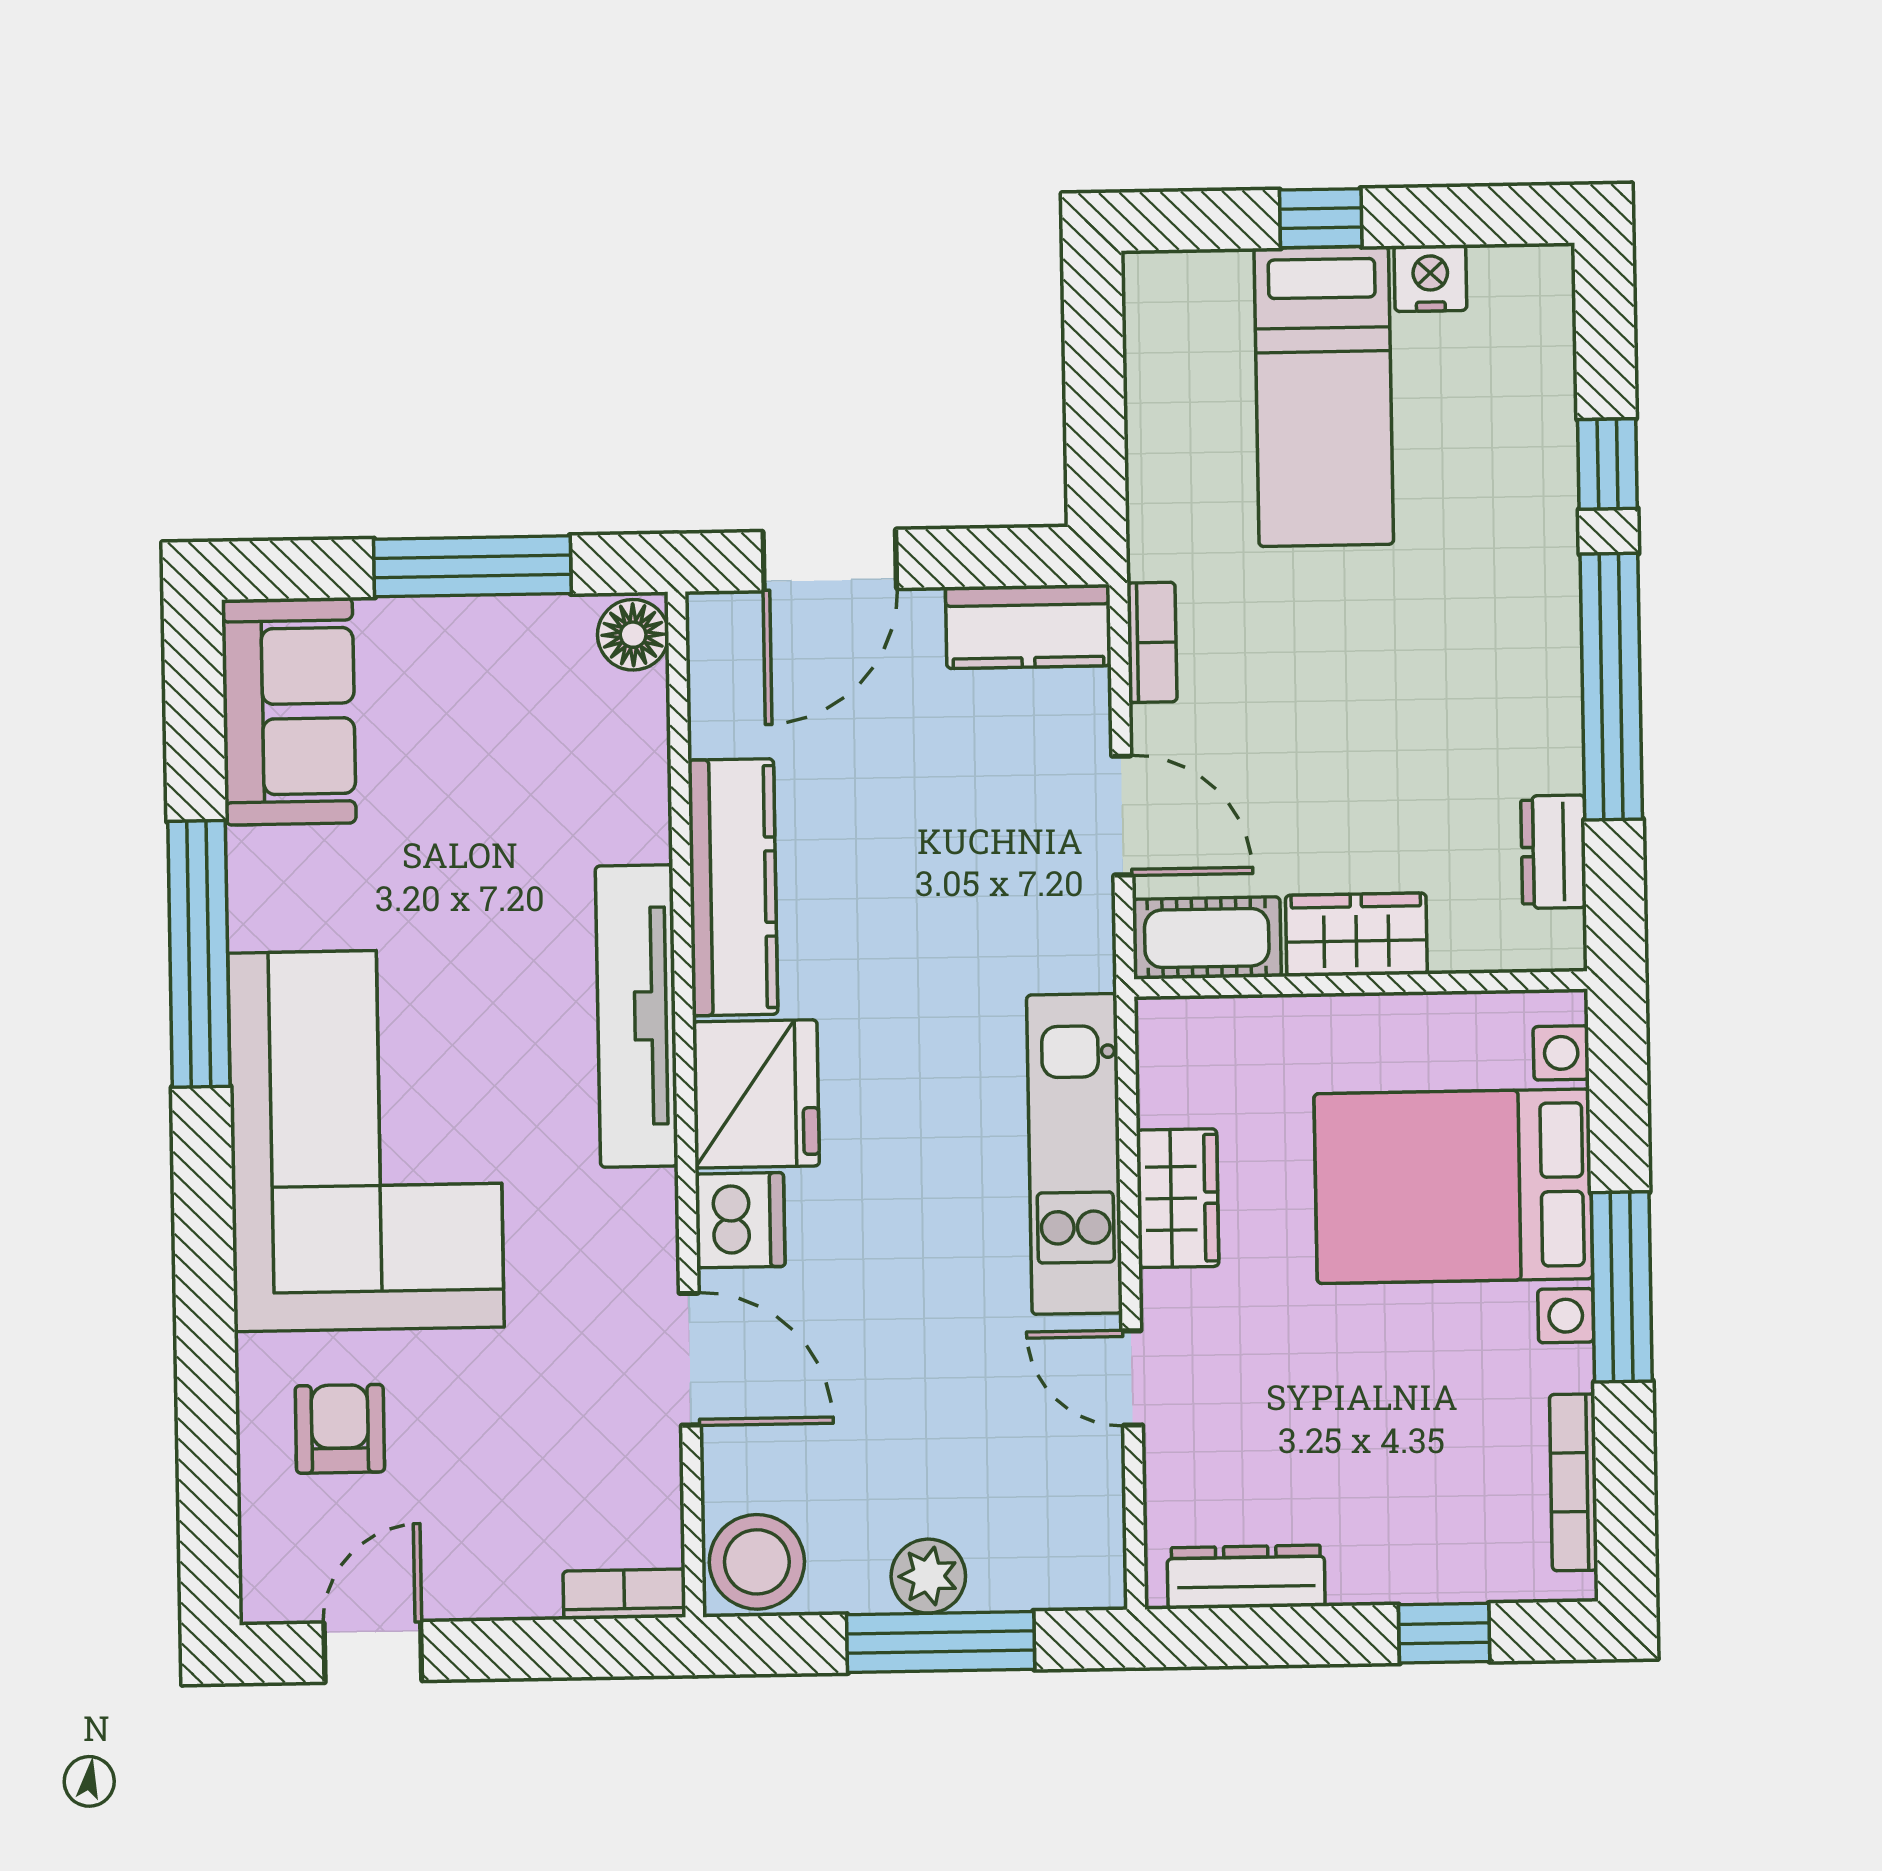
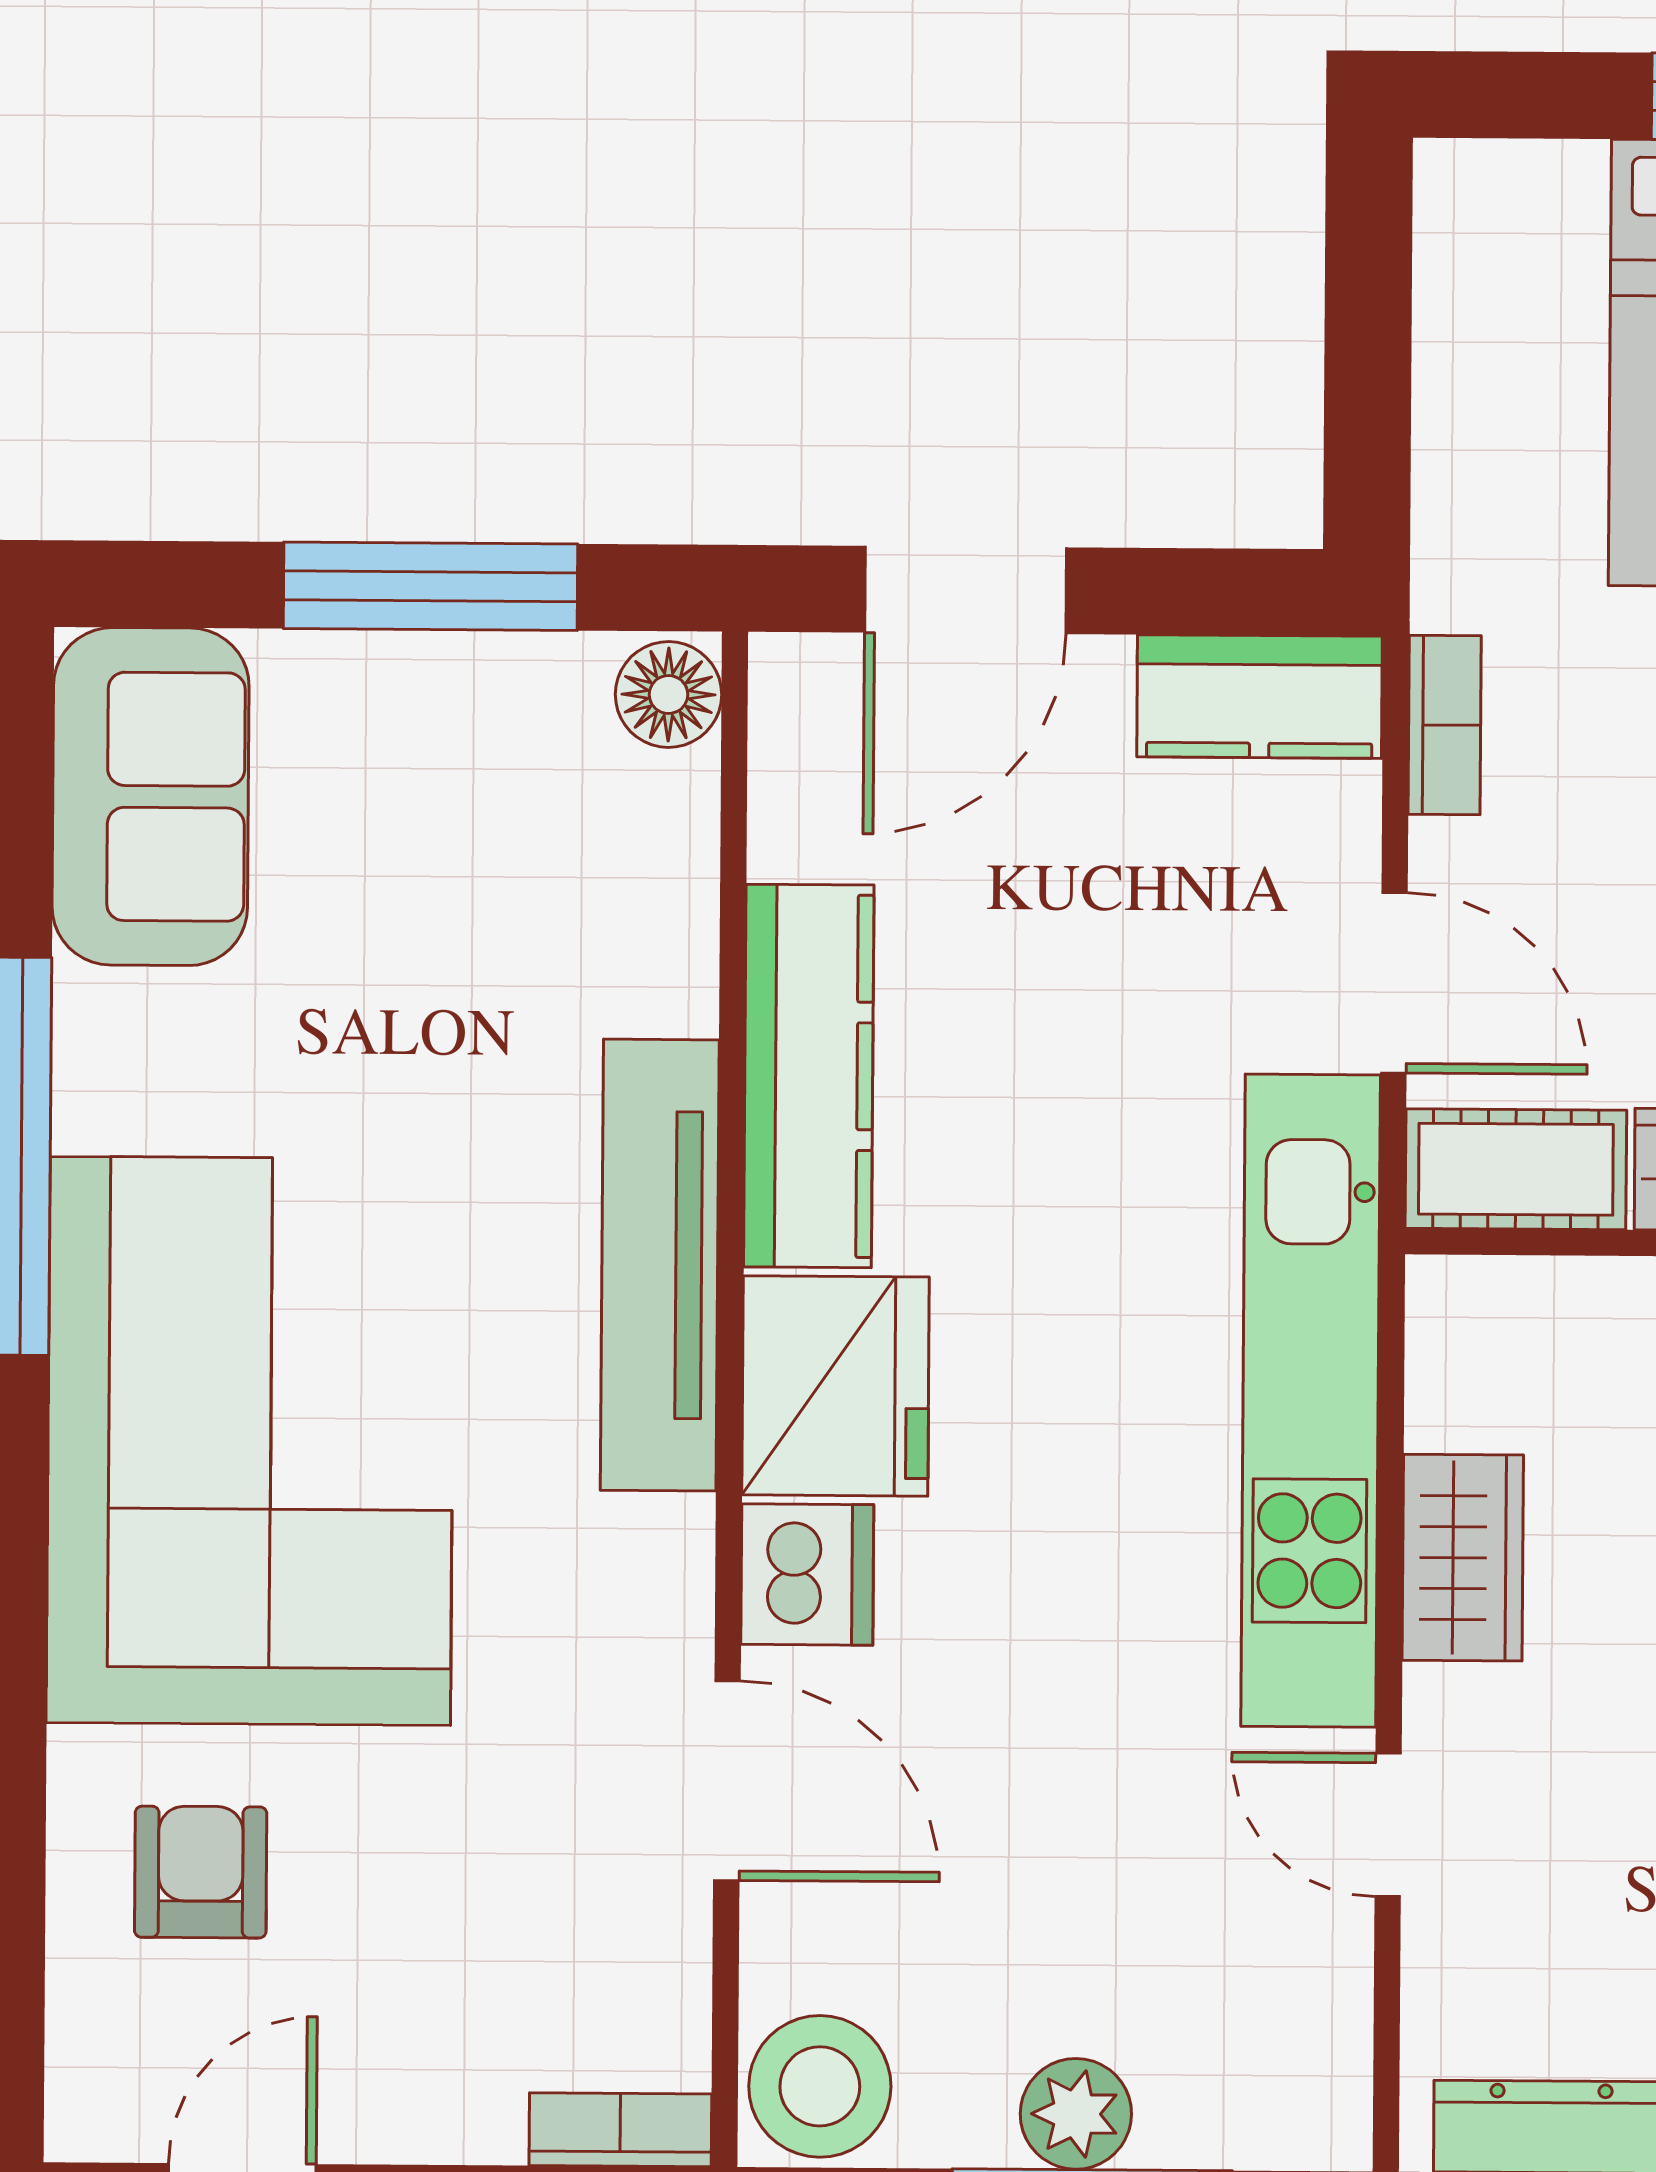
kitchen unit: (1074, 1154) -> (1311, 1401), width x1.36

